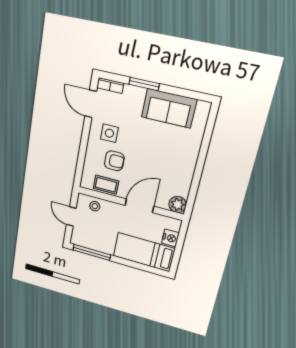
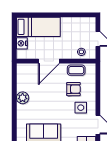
armchair: (114, 161) -> (73, 89), turned 180
plant: (178, 204) -> (23, 98), moved
window: (92, 252) -> (77, 15), removed

